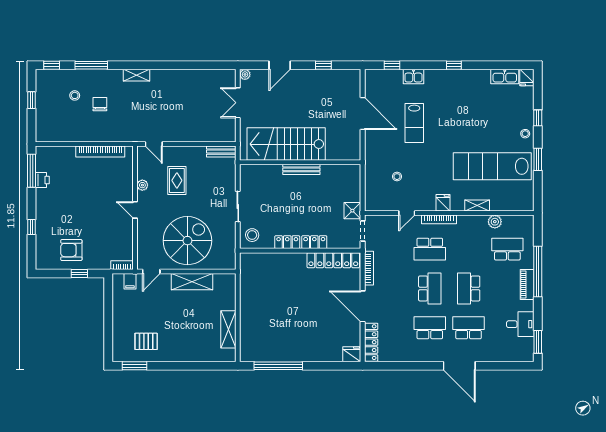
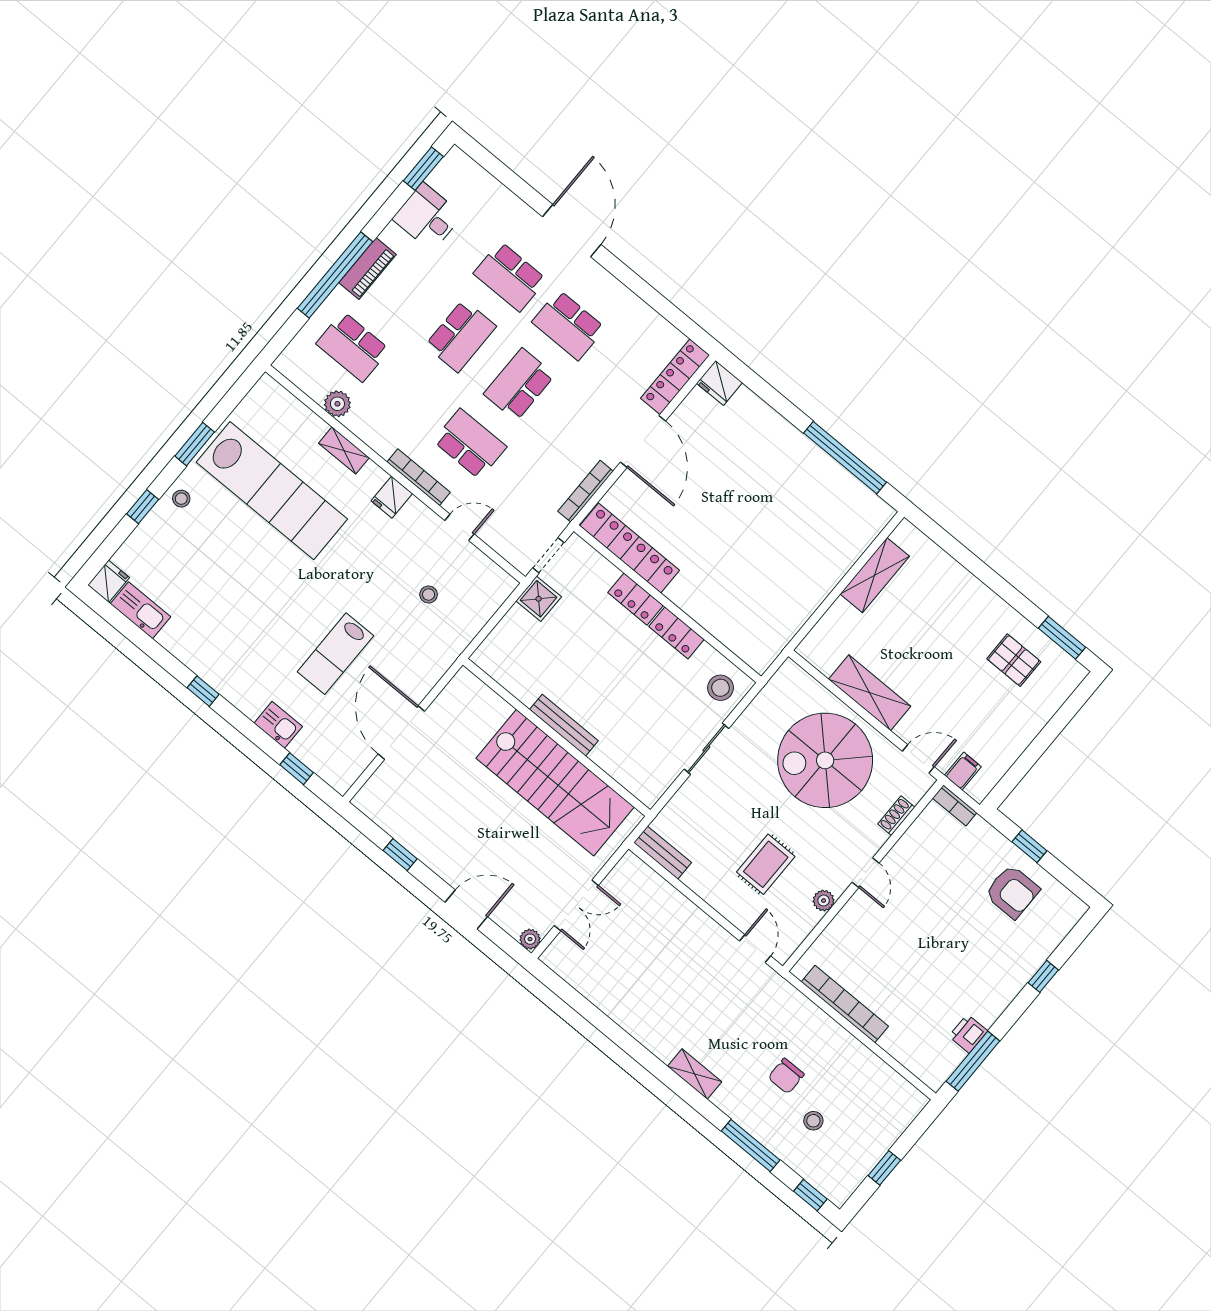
lab bench: (414, 123) -> (335, 654), turned 180
shoe rack: (142, 242) -> (896, 816), added

